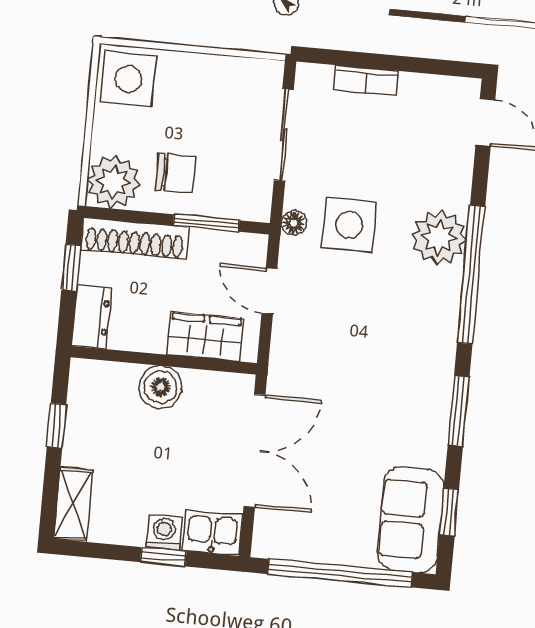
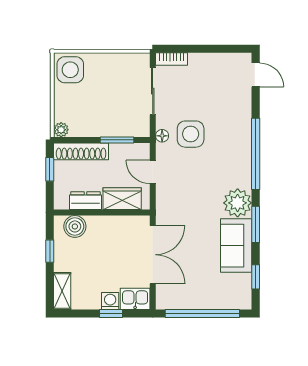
bookcase: (366, 80) -> (172, 59), moved
chair: (176, 173) -> (99, 116), removed
plant: (114, 182) -> (61, 130), width x0.53, depth x0.53
plant: (439, 238) -> (238, 203), moved
dresser: (92, 317) -> (85, 201), moved, turned -90
boiler: (160, 387) -> (75, 226), moved
sofa: (411, 520) -> (236, 246), moved

